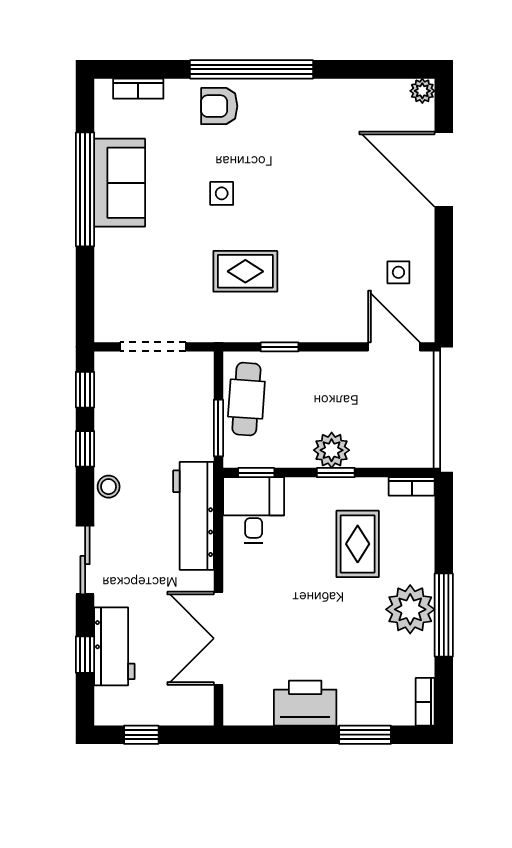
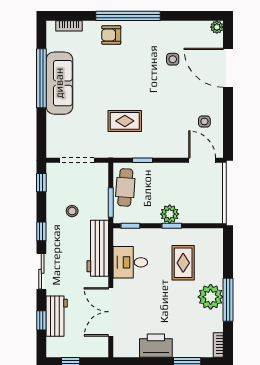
sofa: (120, 183) -> (59, 83), width x1.36
side table: (222, 193) -> (173, 59), moved
window: (85, 449) -> (41, 231), moved
bookcase: (412, 486) -> (211, 233), removed
stool: (109, 487) -> (72, 211), moved
desk: (254, 510) -> (130, 262), moved, turned -90

